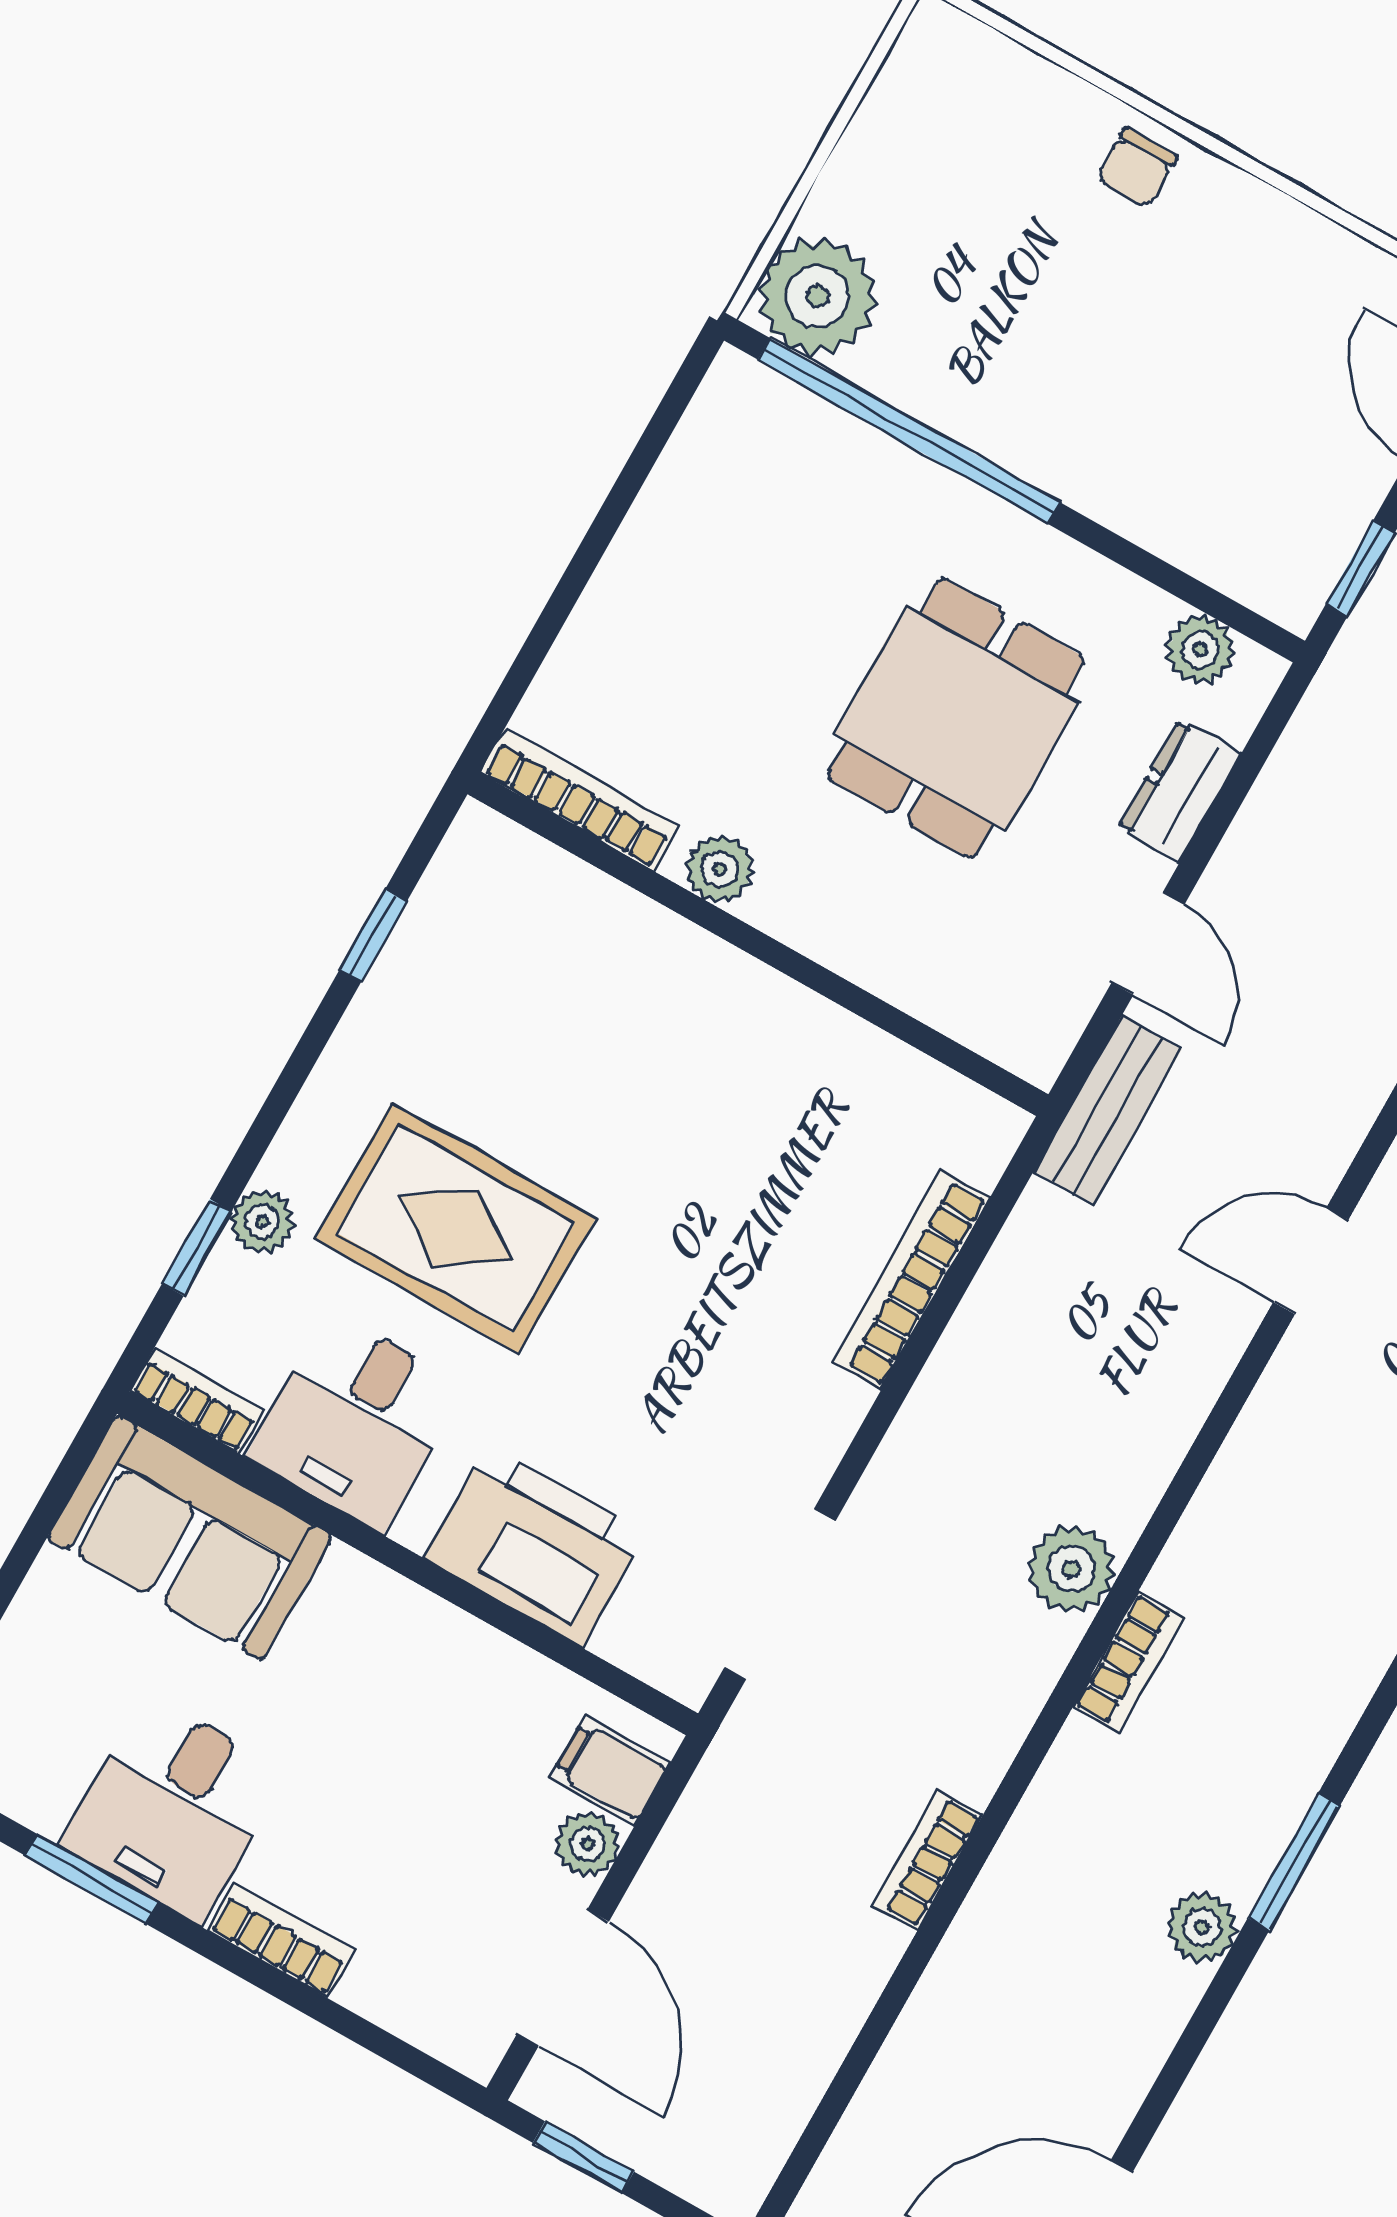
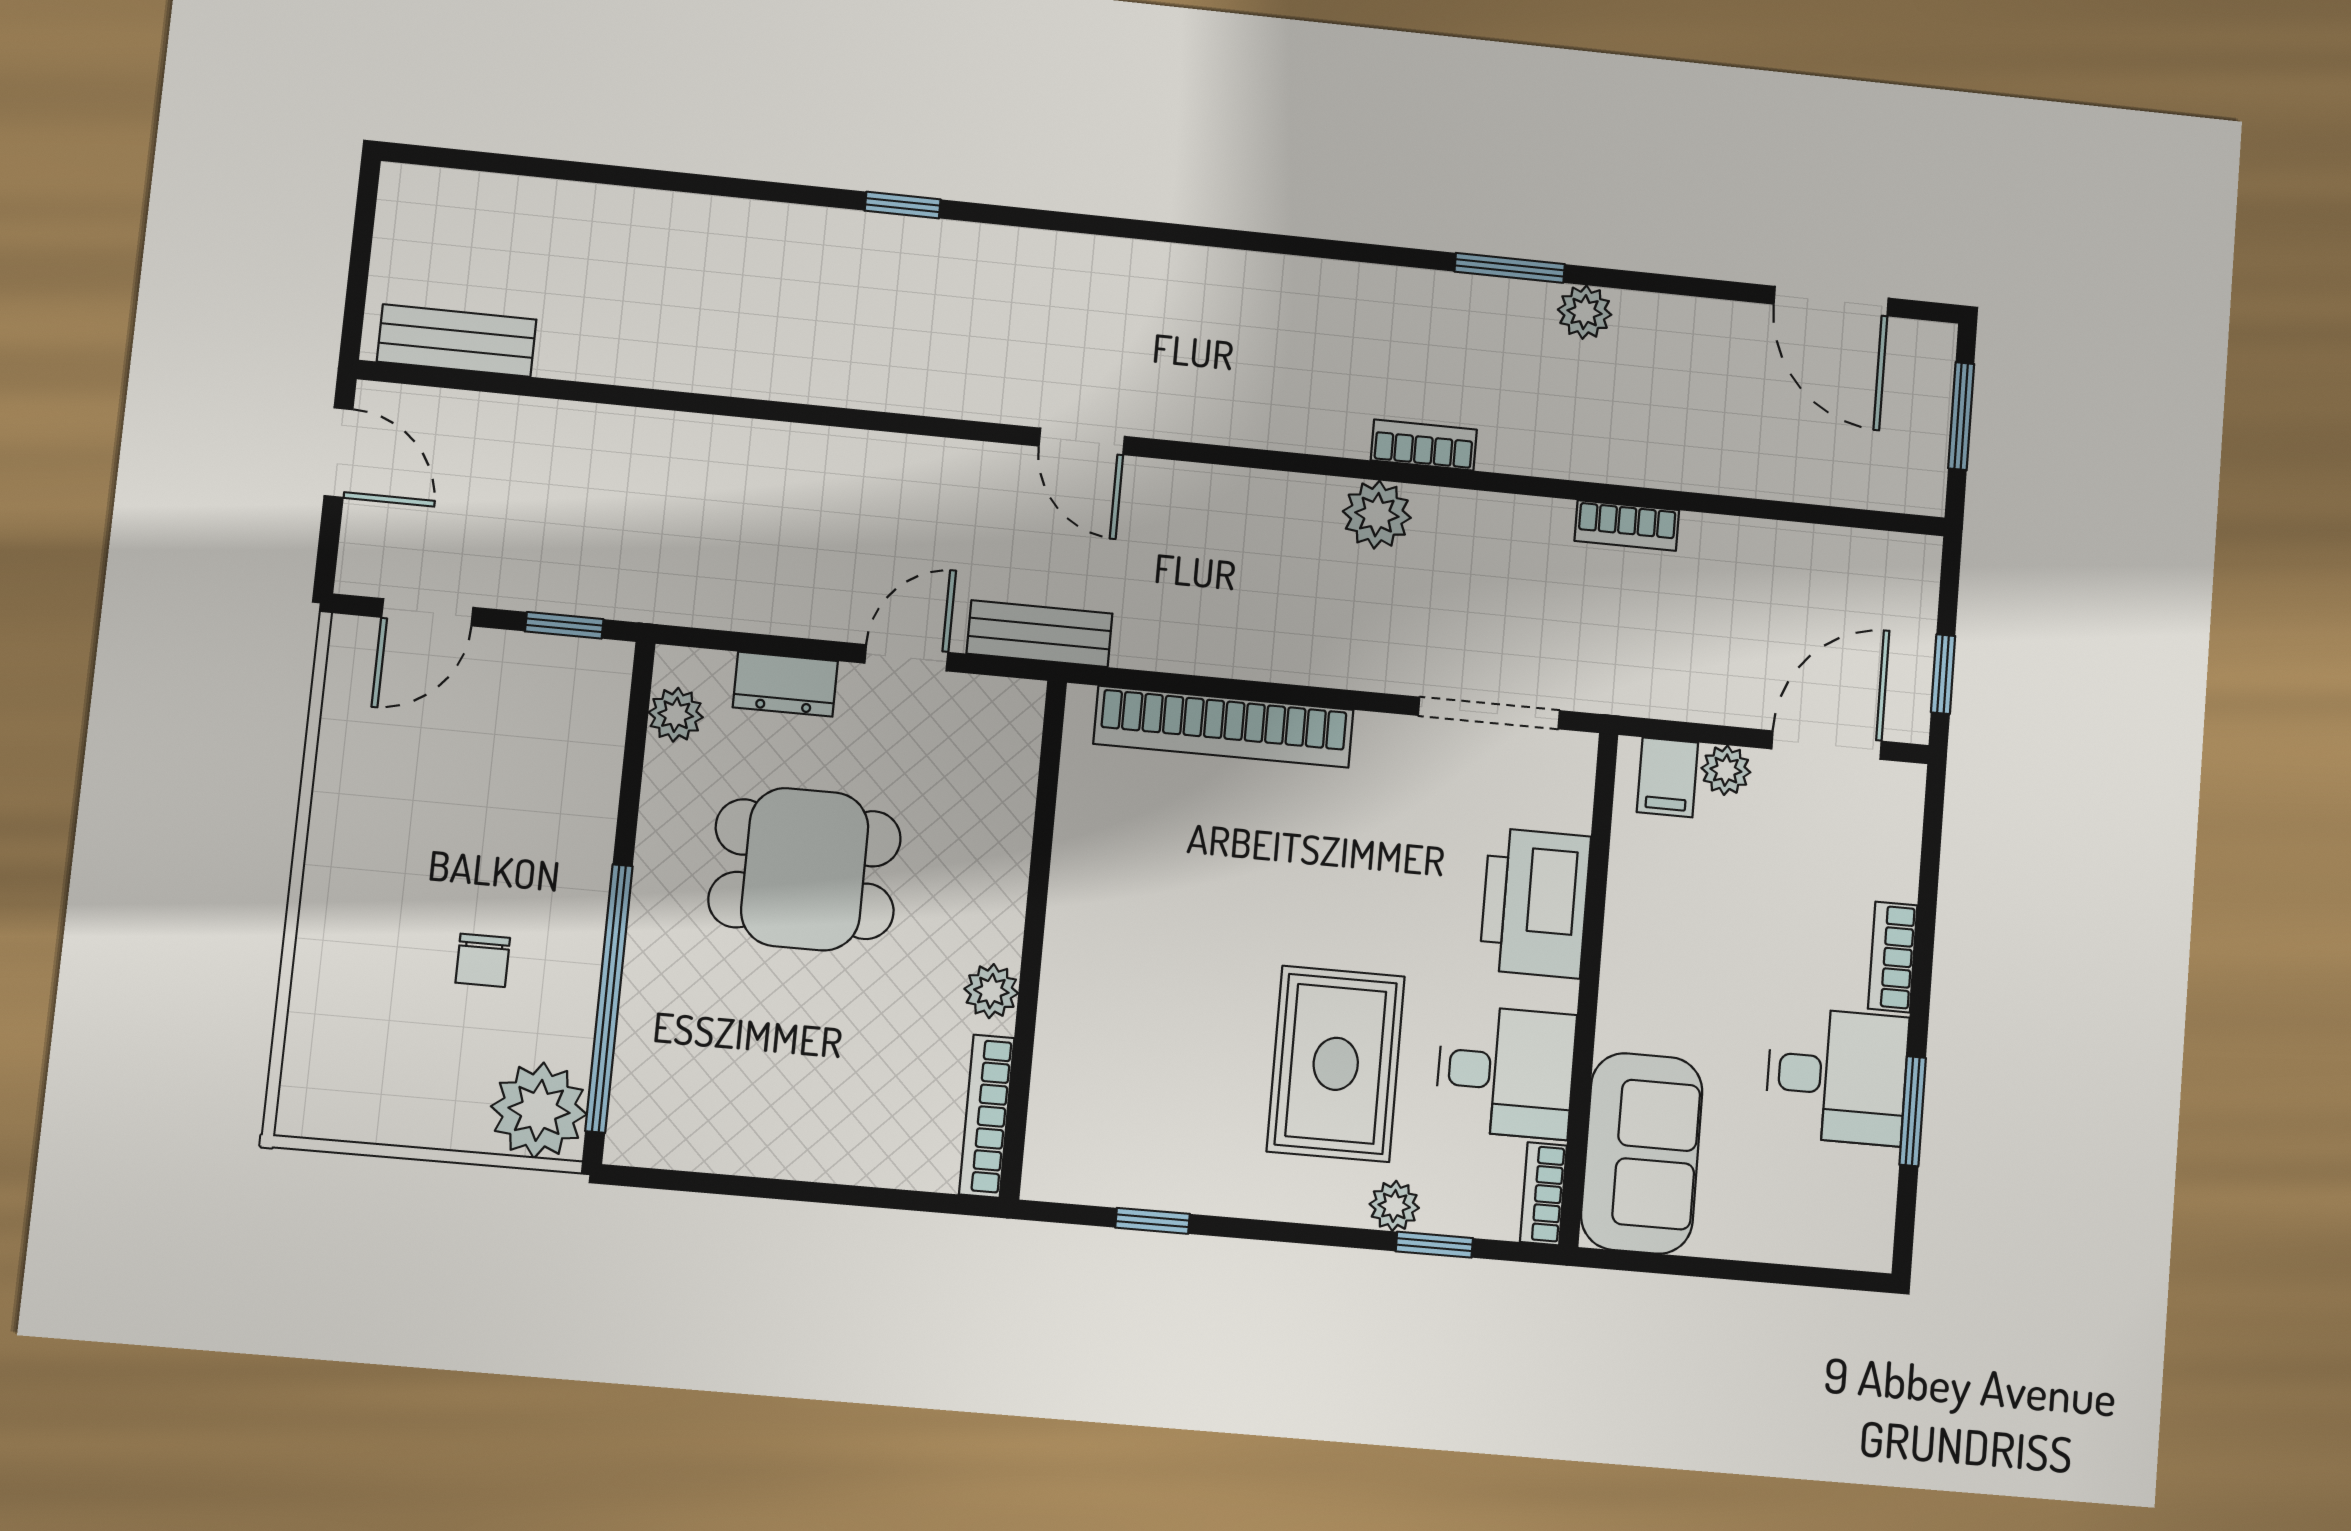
chair: (1137, 168) -> (483, 960), moved, turned 90
bookcase: (911, 1280) -> (1224, 727), width x1.48, depth x1.31

